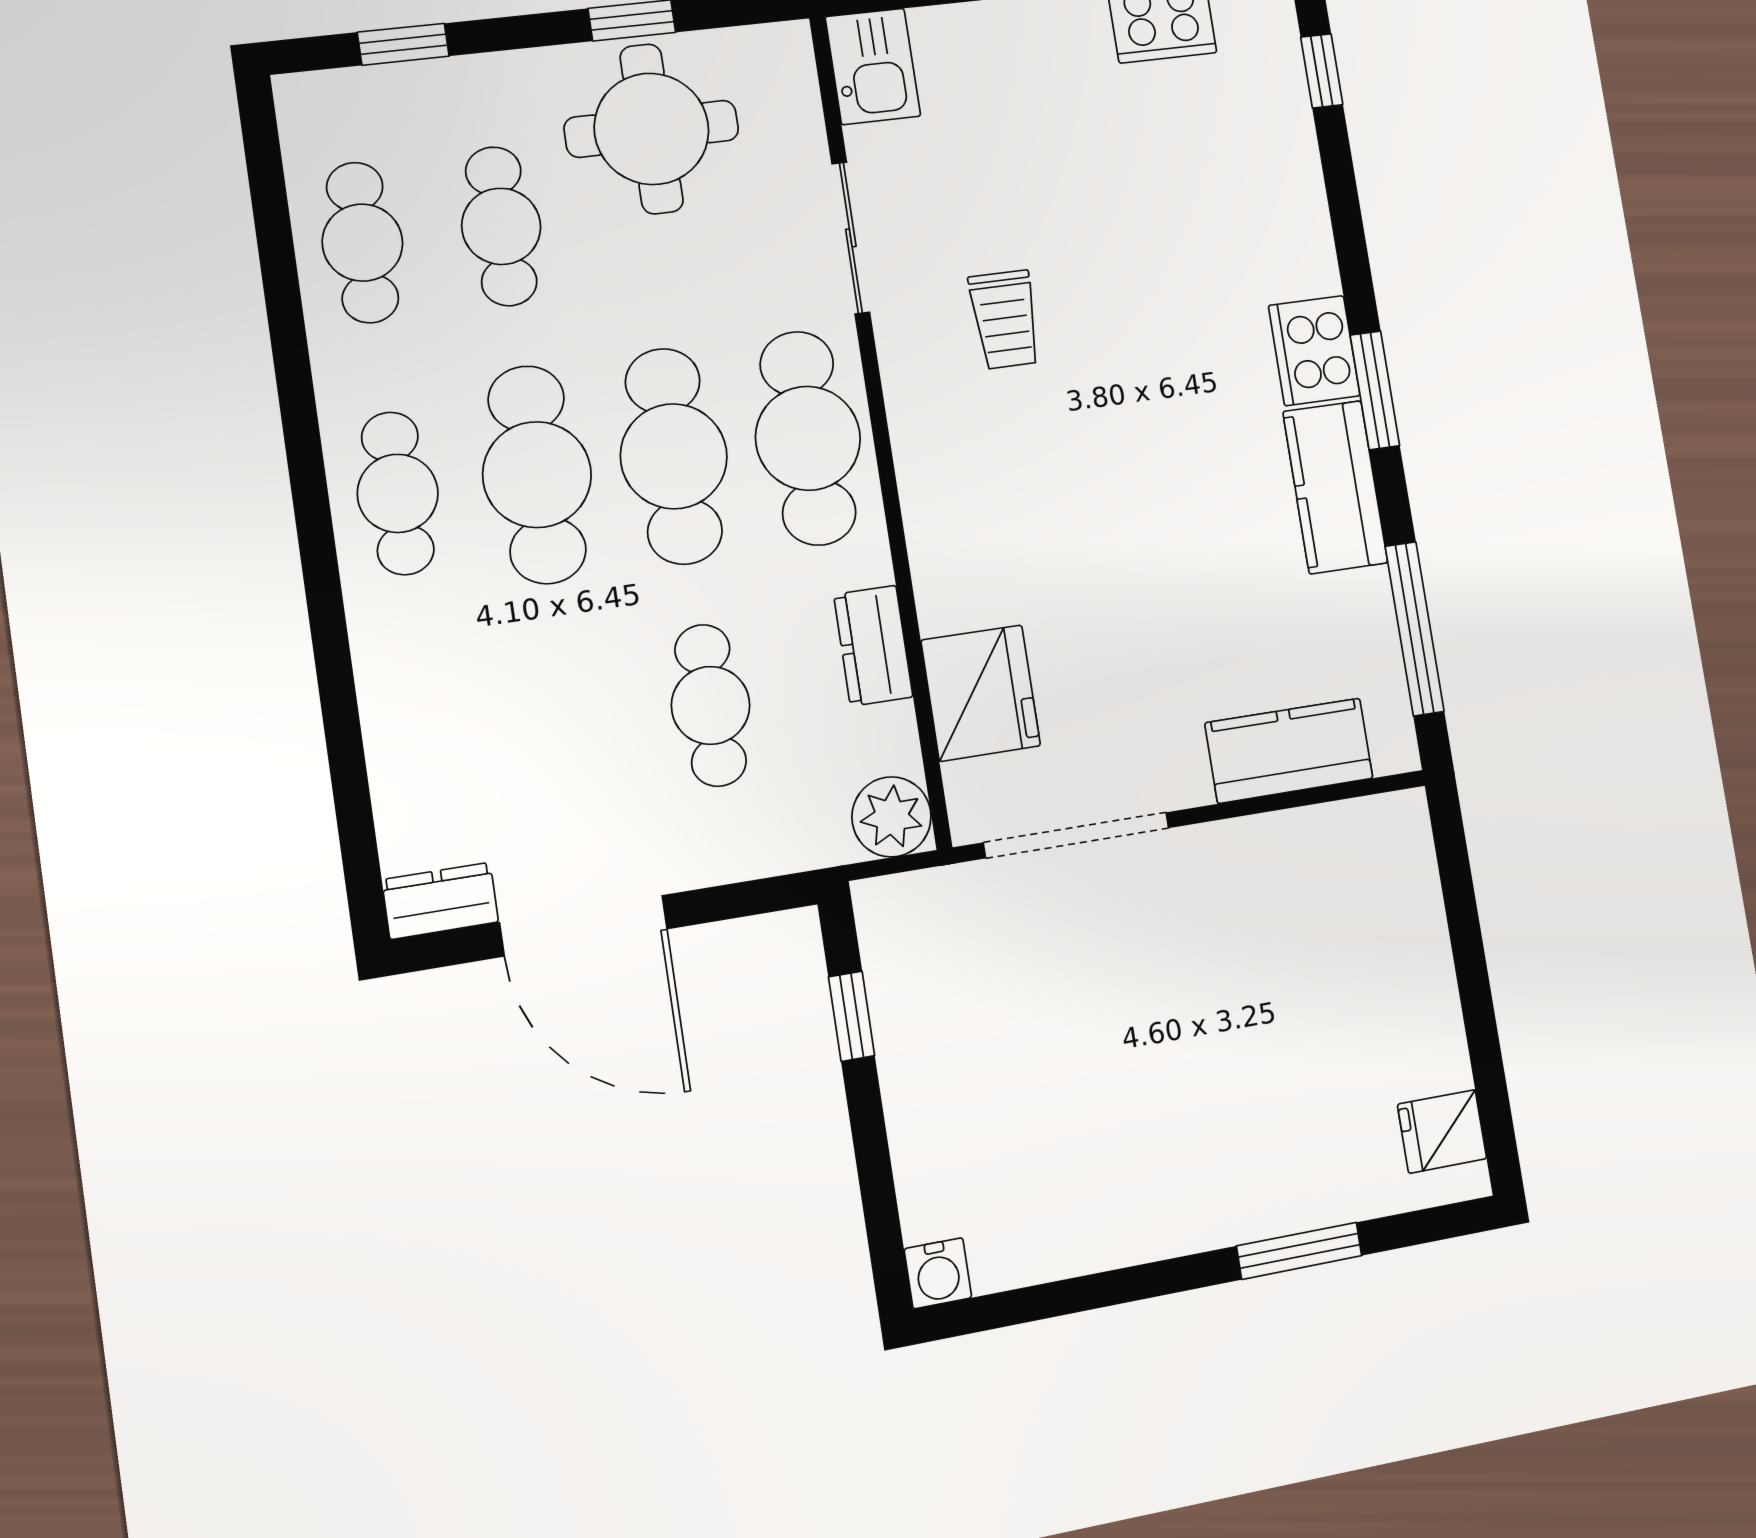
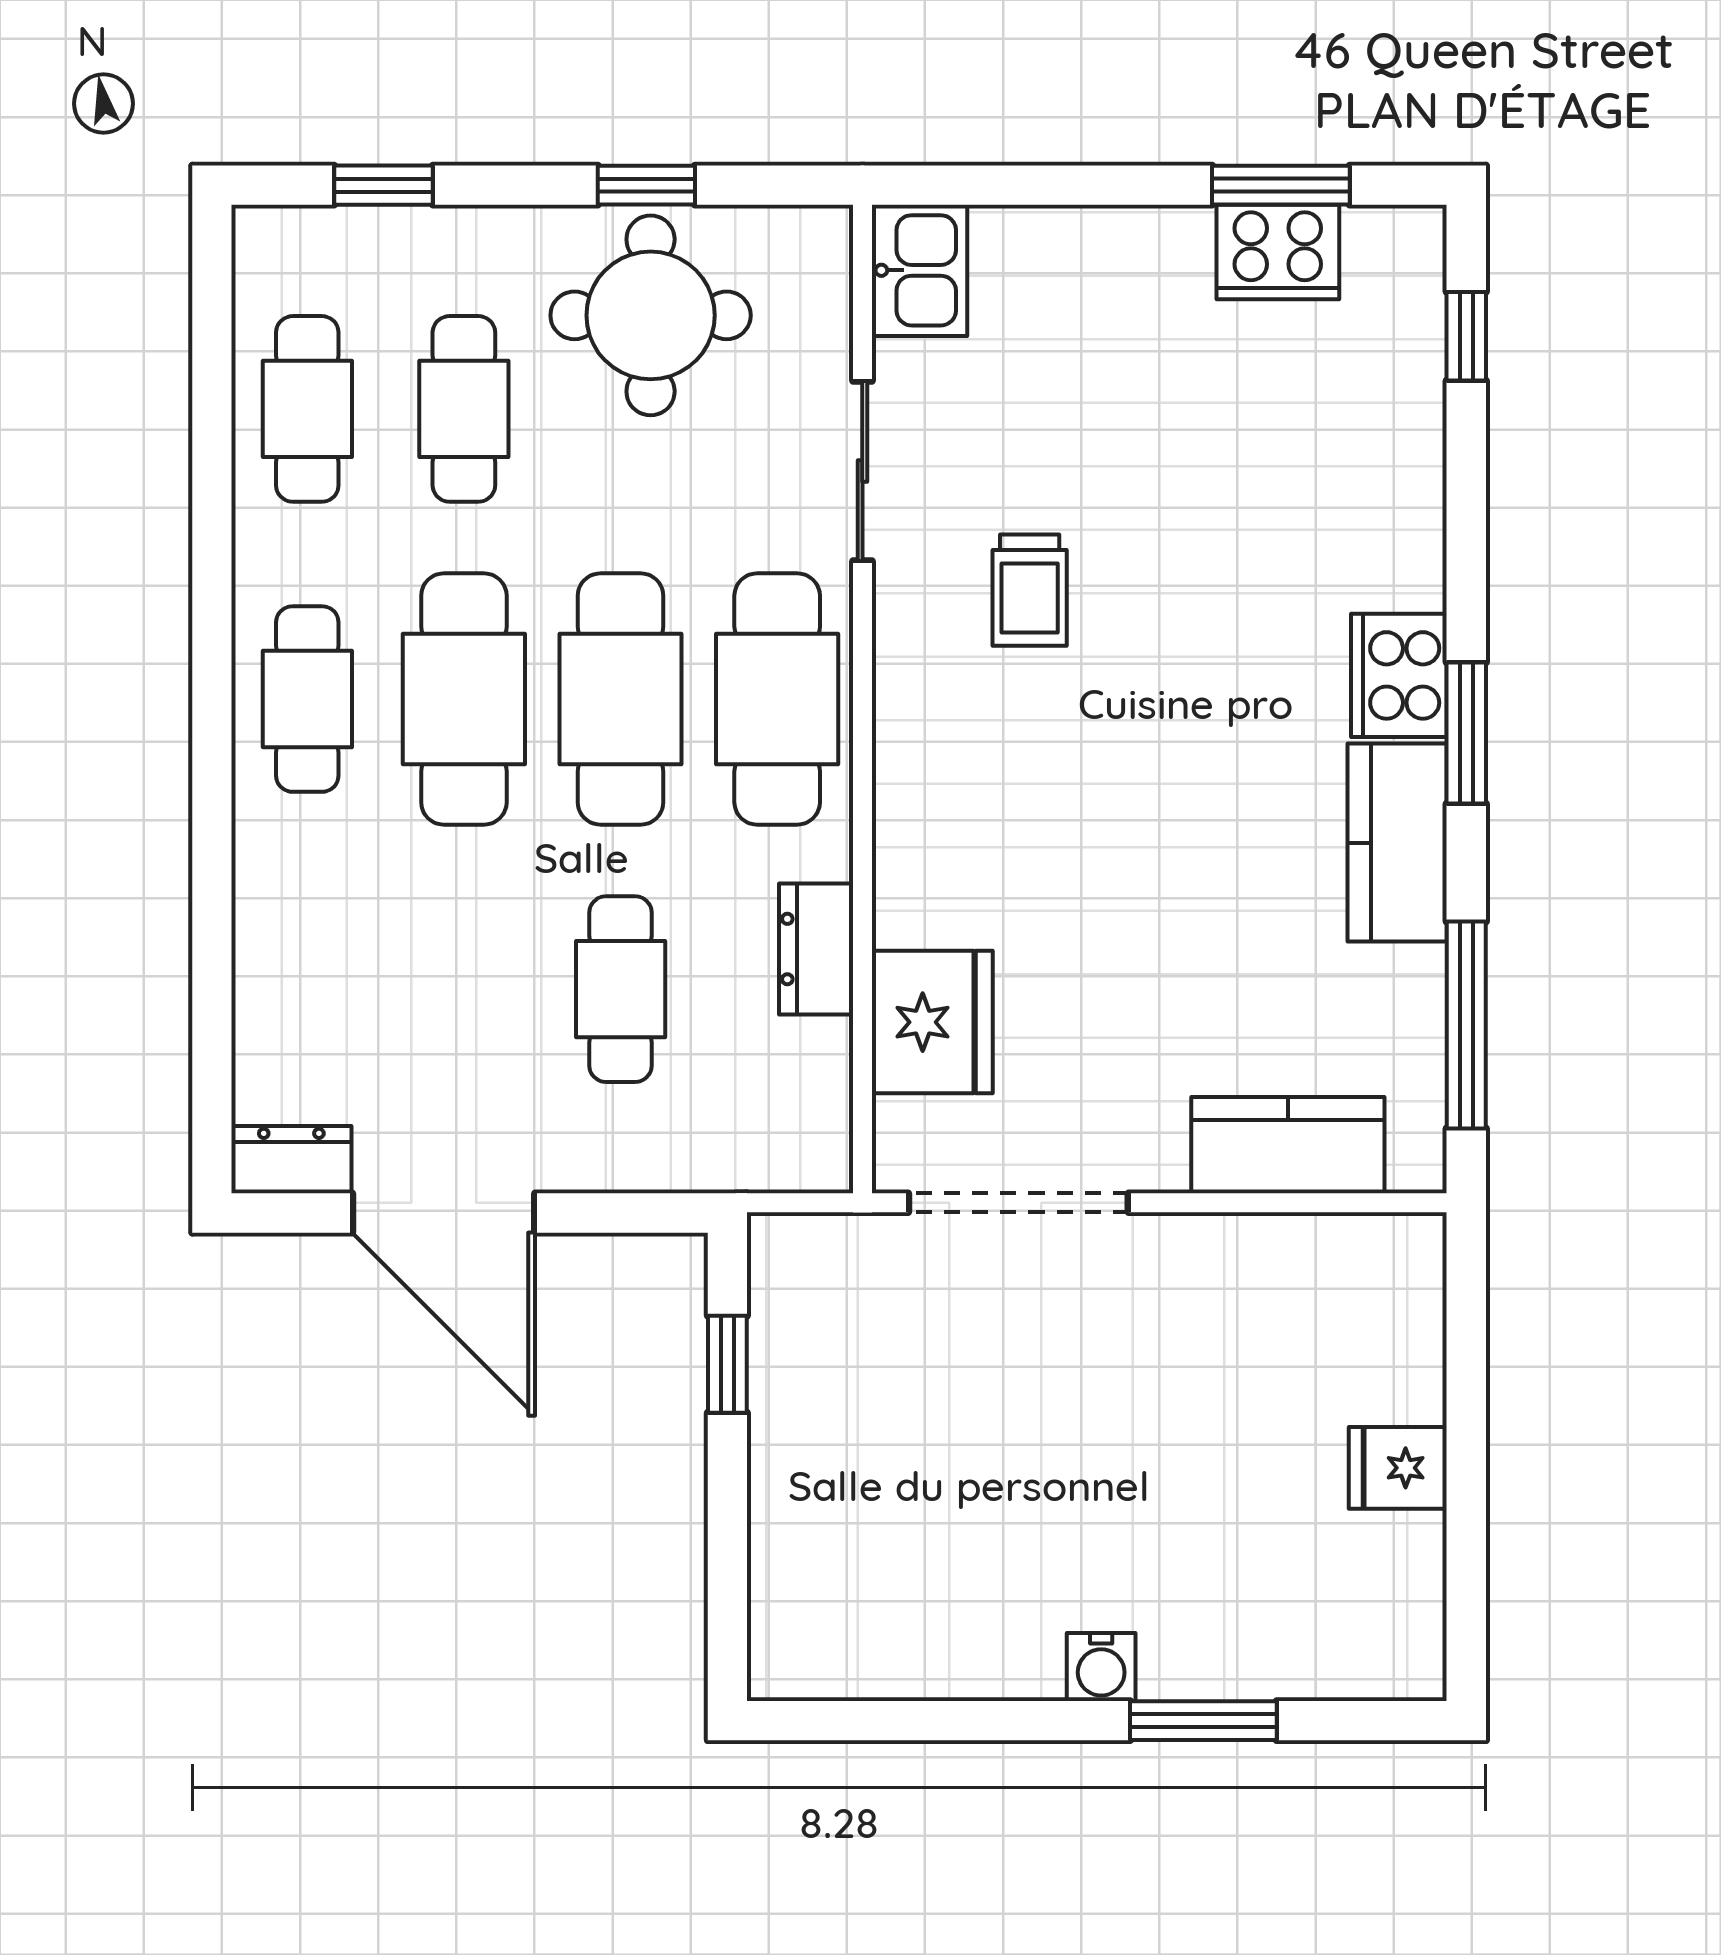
plant: (892, 817) -> (807, 1148), removed
fridge: (1442, 1131) -> (1398, 1468), moved
water cooler: (938, 1273) -> (1101, 1667), moved

